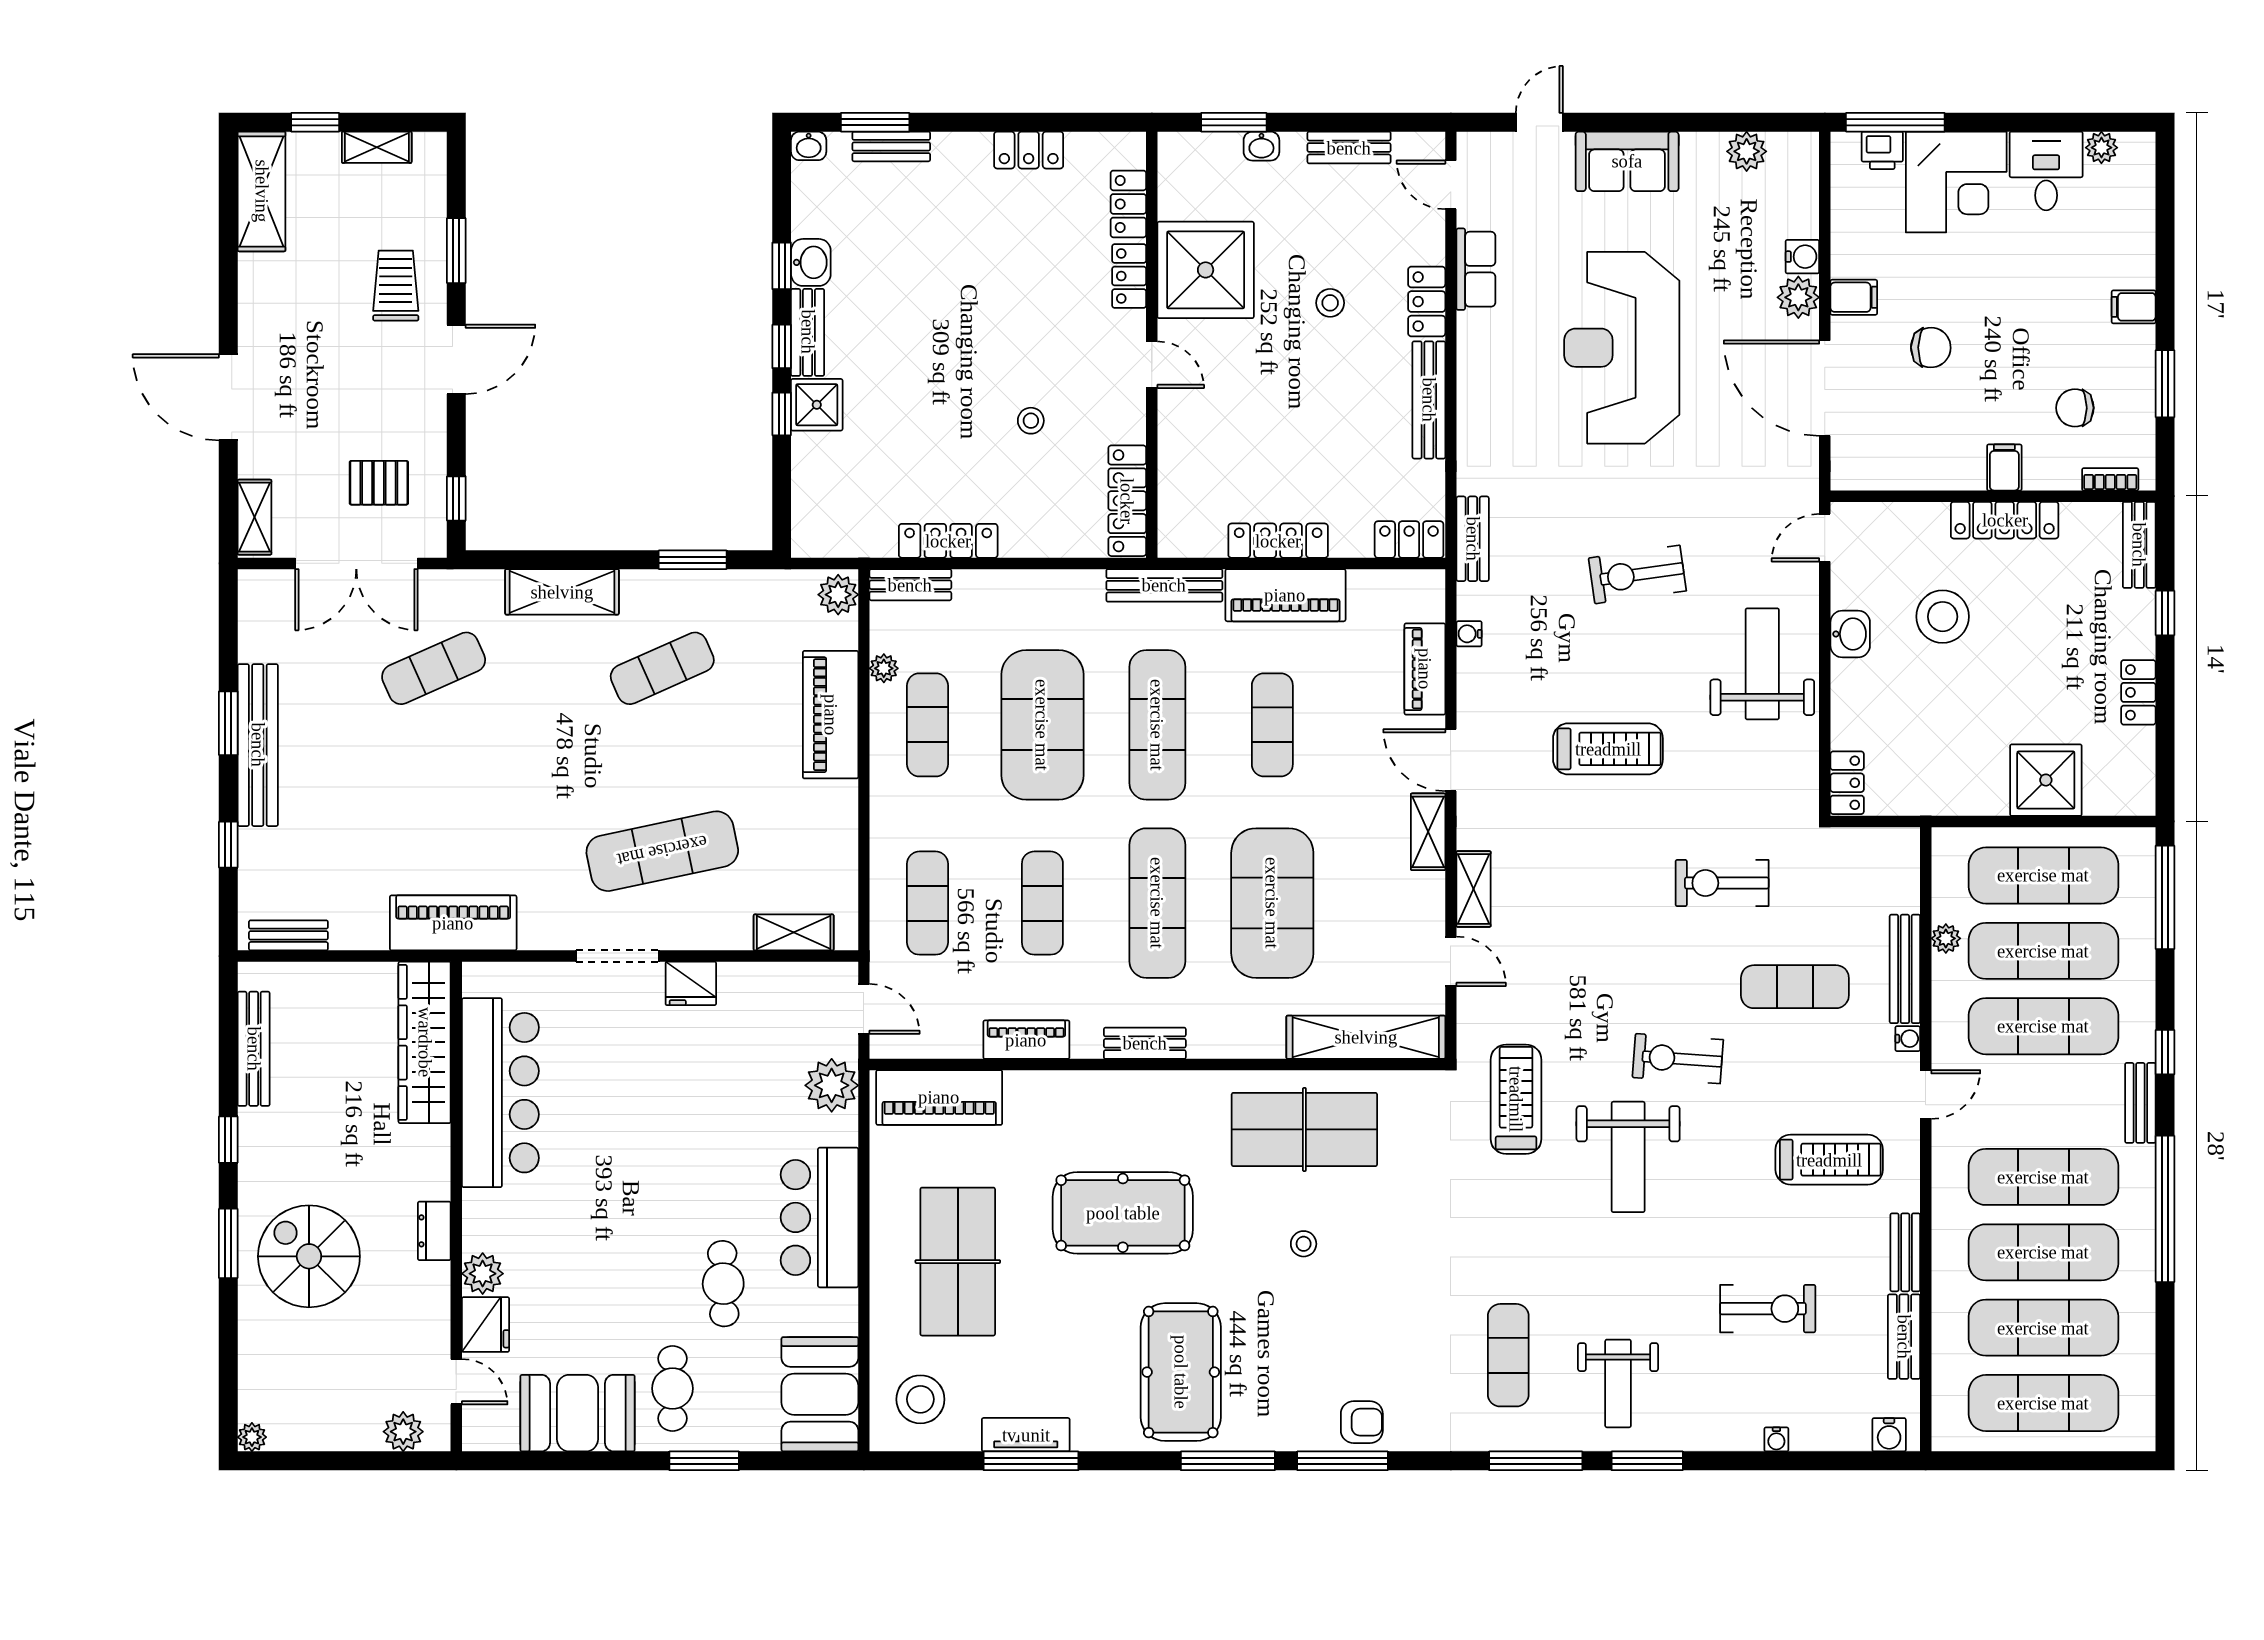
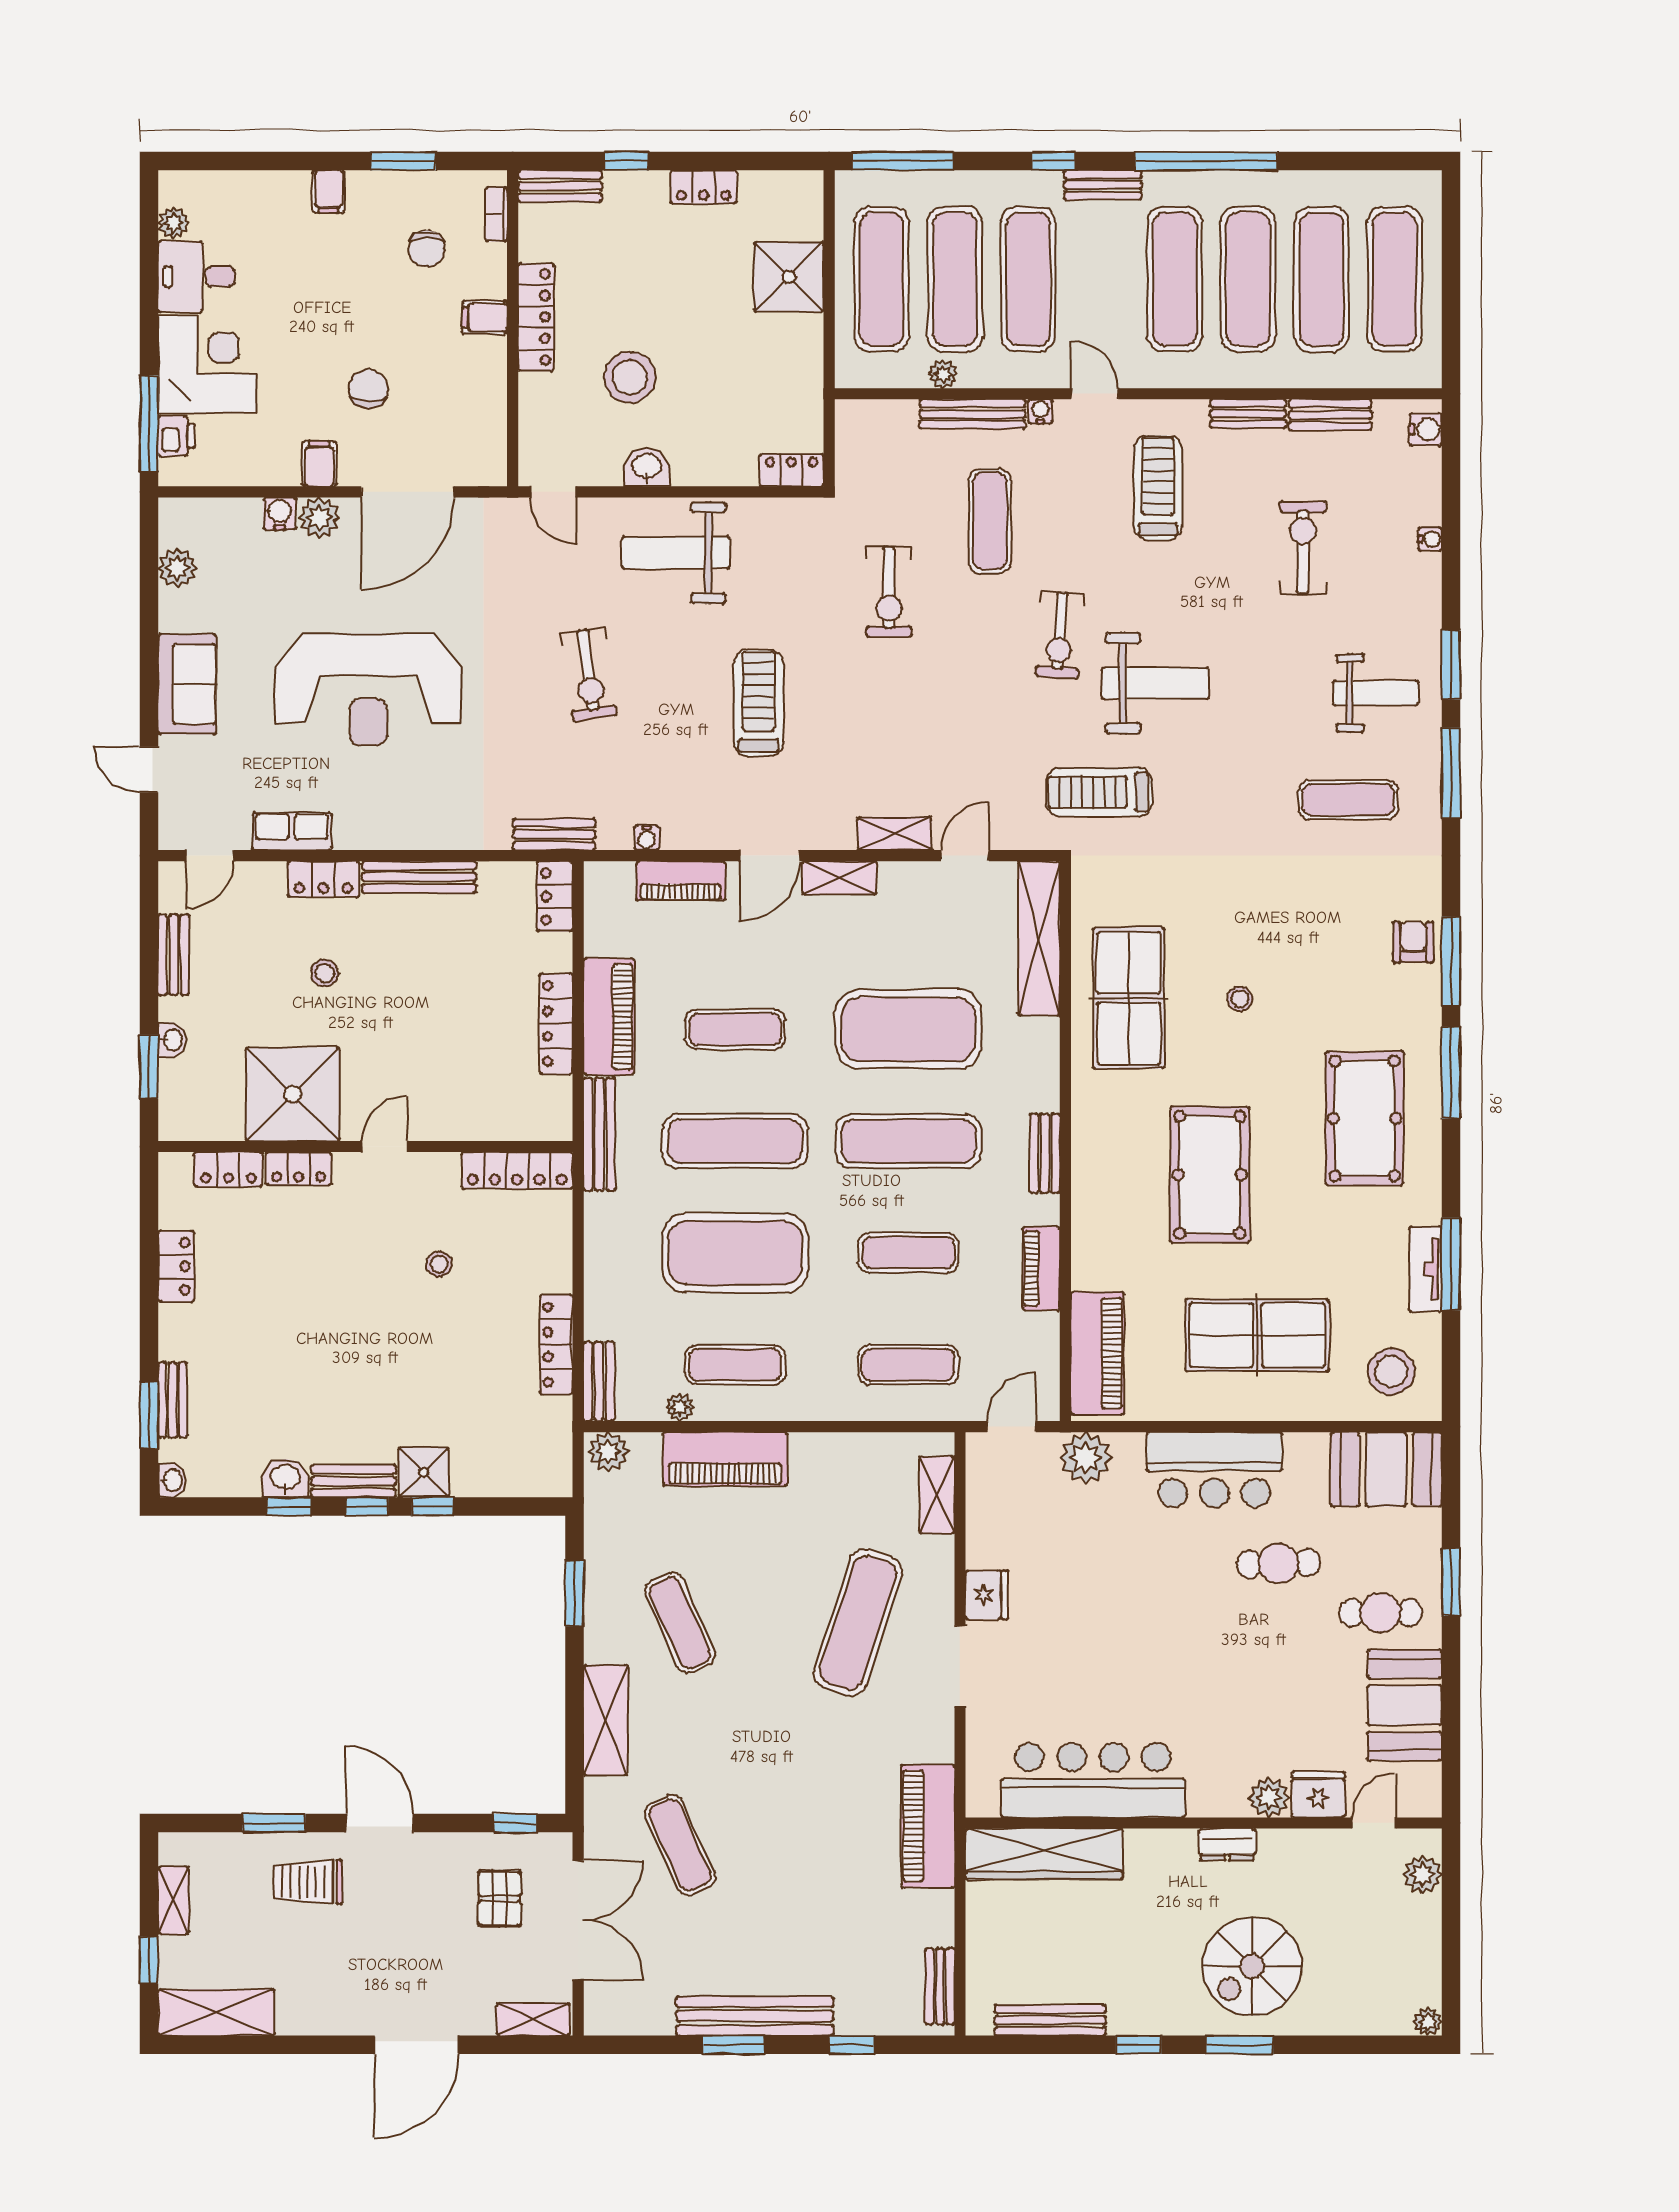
exercise mat: (662, 851) -> (858, 1623), turned 30
pool table: (1181, 1372) -> (1365, 1118), turned 90

